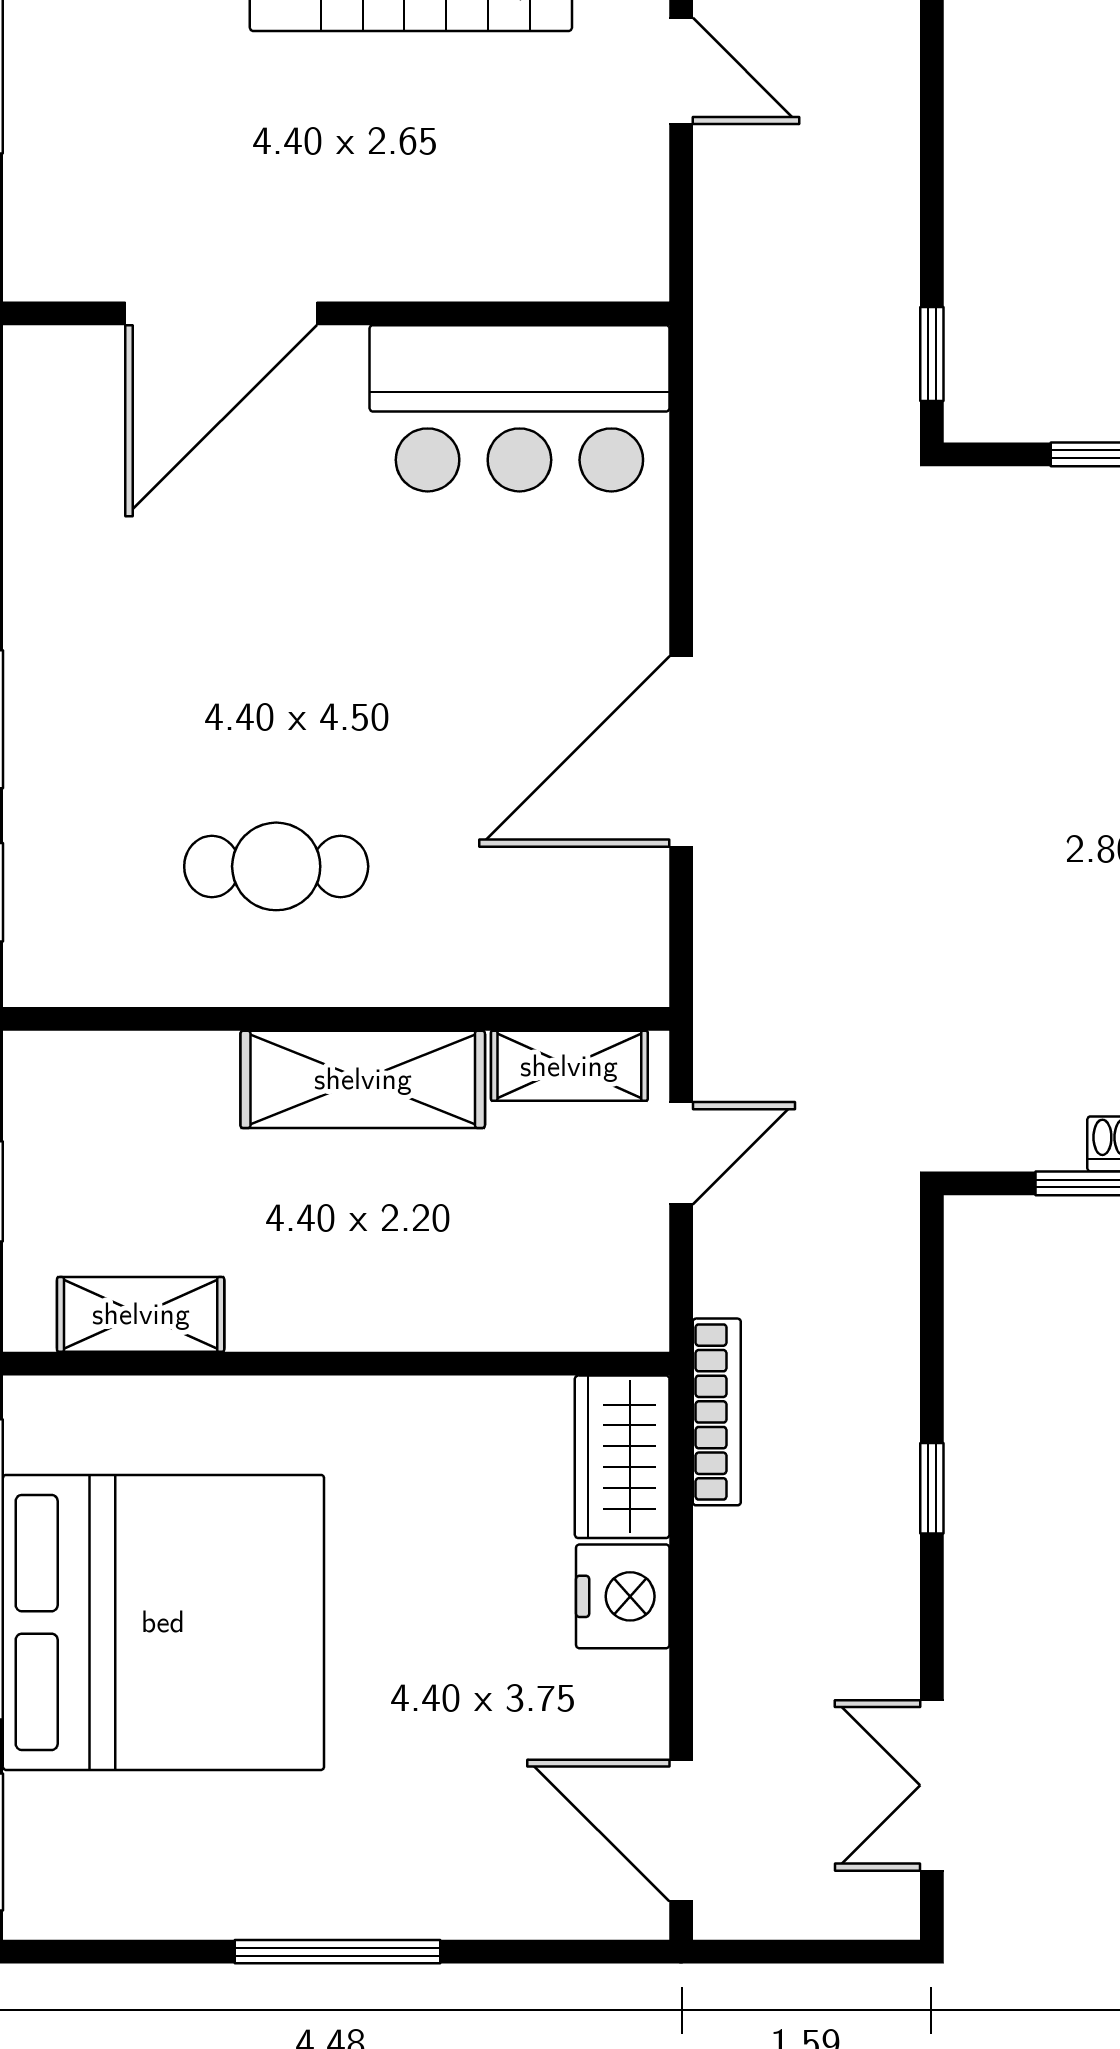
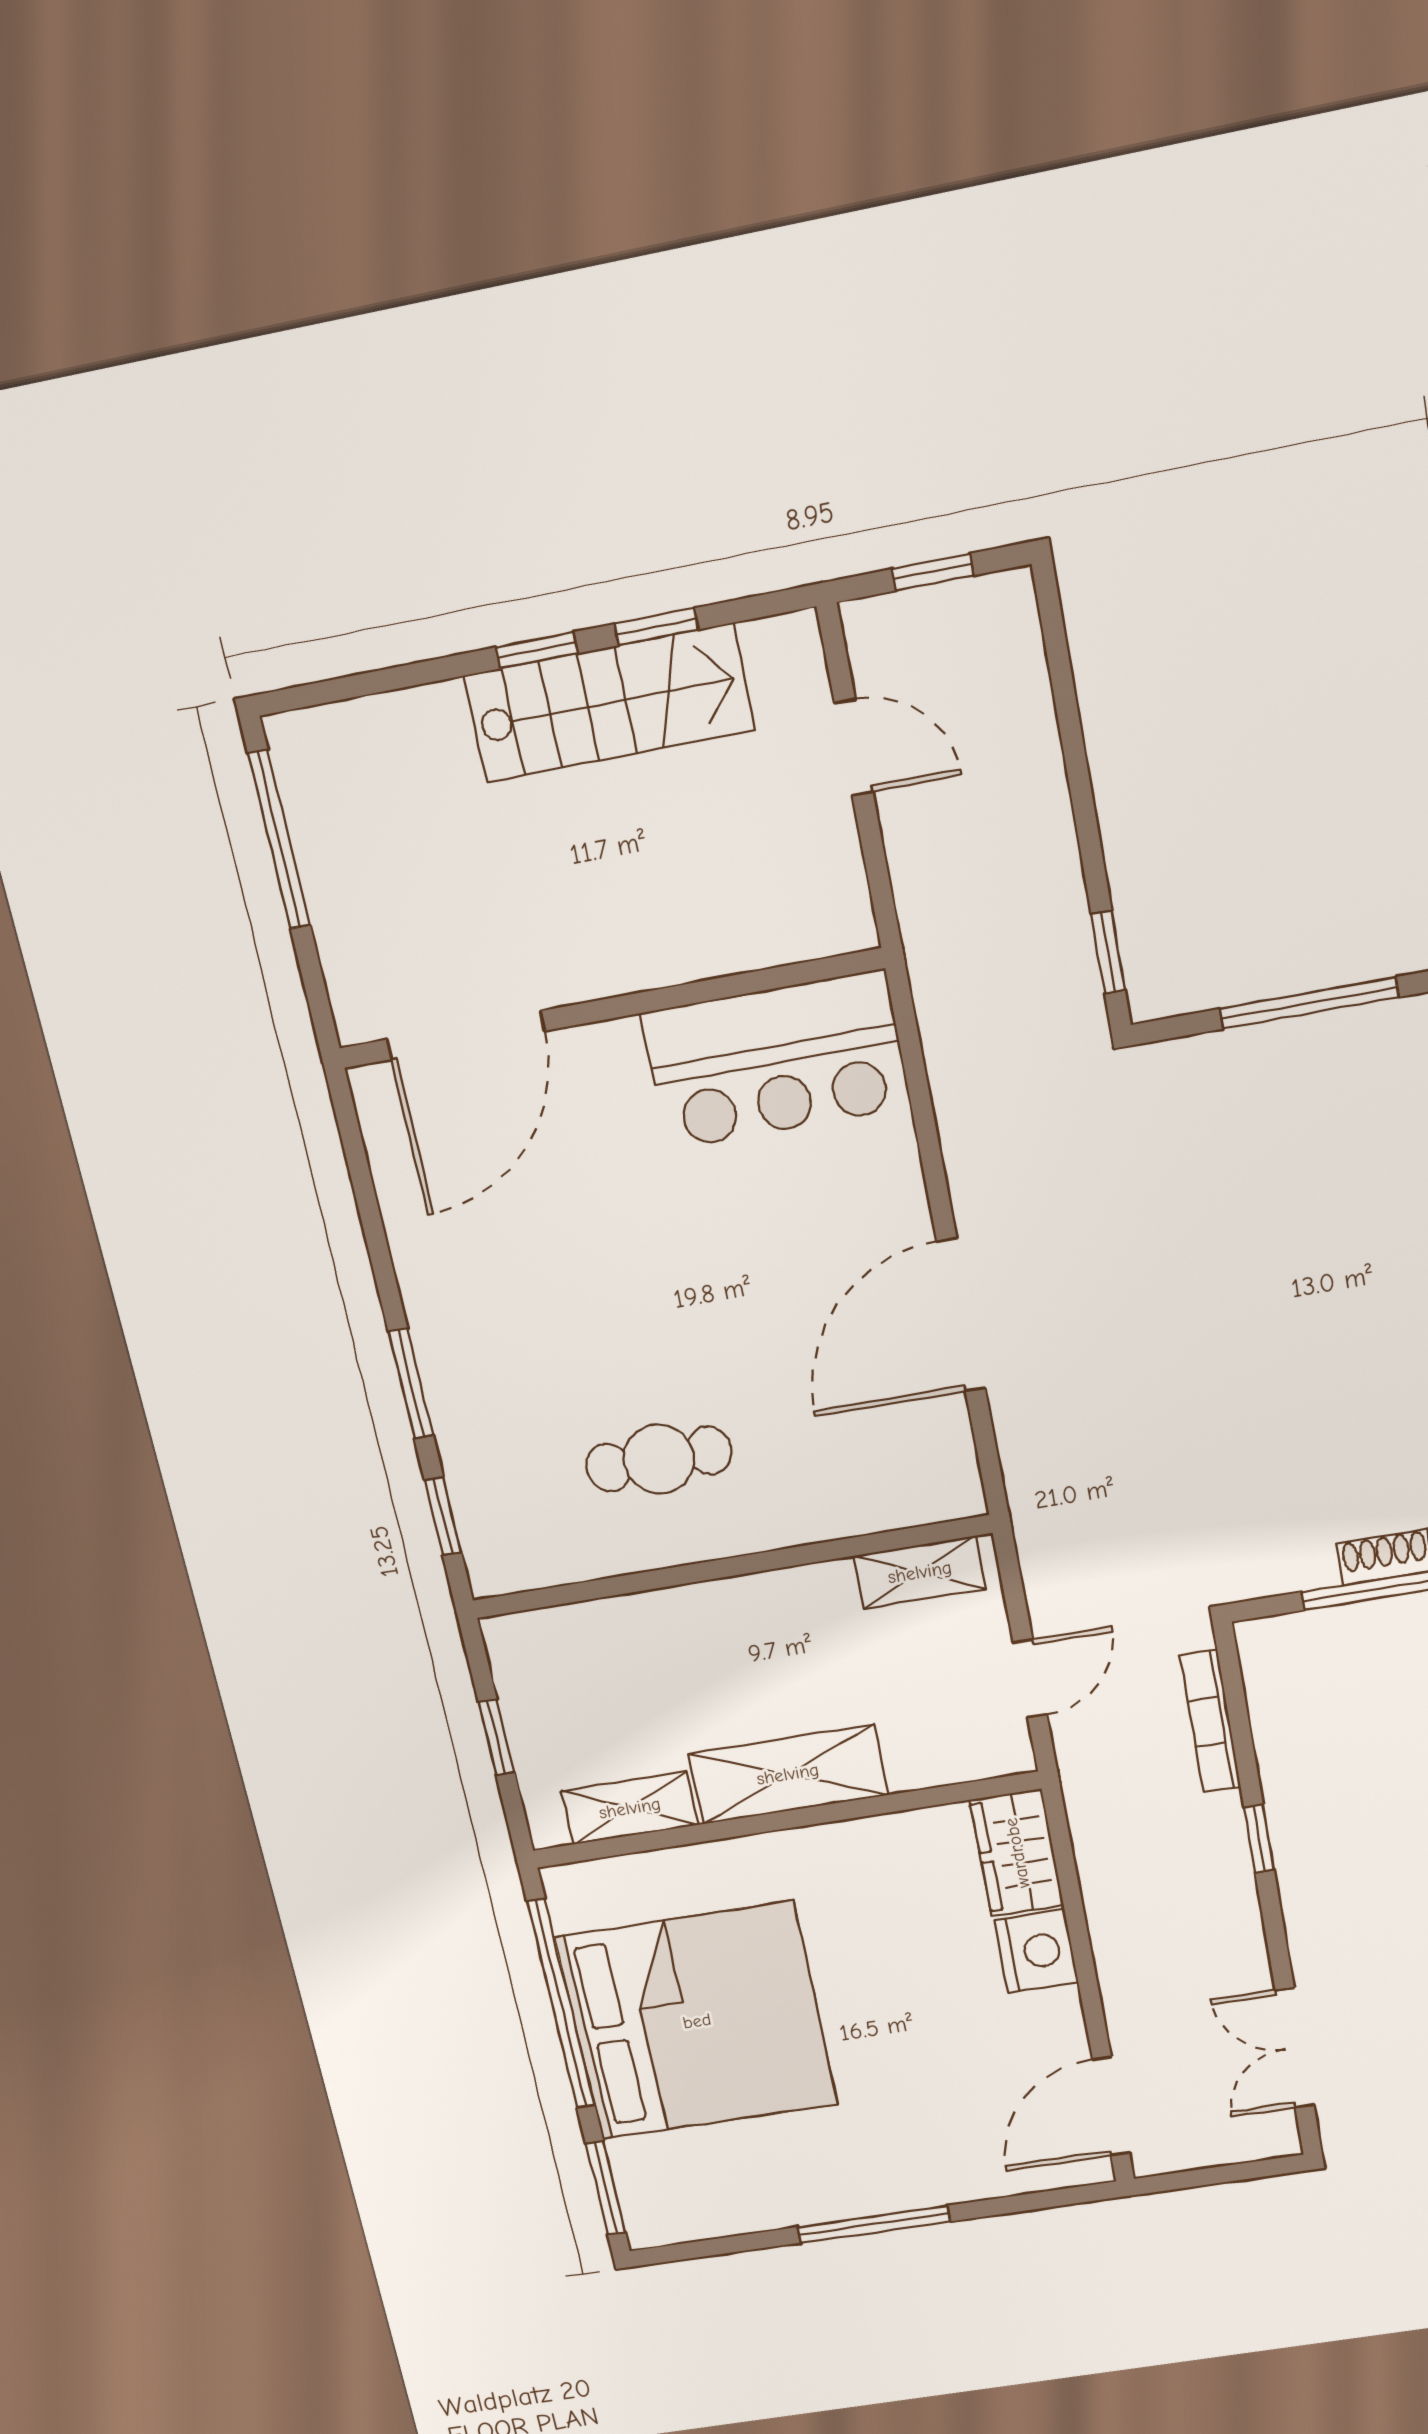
door: (221, 313) -> (466, 1035), moved
shelving: (363, 1079) -> (788, 1774), moved
door: (681, 1153) -> (1030, 1679), moved
bookcase: (717, 1412) -> (1210, 1721), moved, turned 180
door: (681, 1830) -> (1111, 2106), hinge flipped

